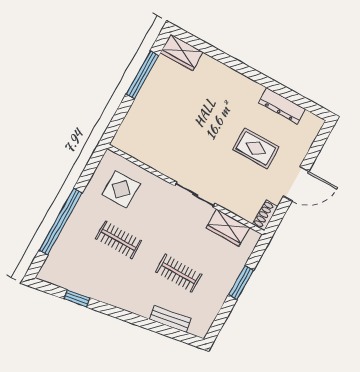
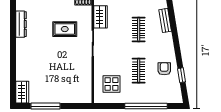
rug: (256, 148) -> (65, 29), moved, turned 90
armchair: (100, 278) -> (164, 69), added

